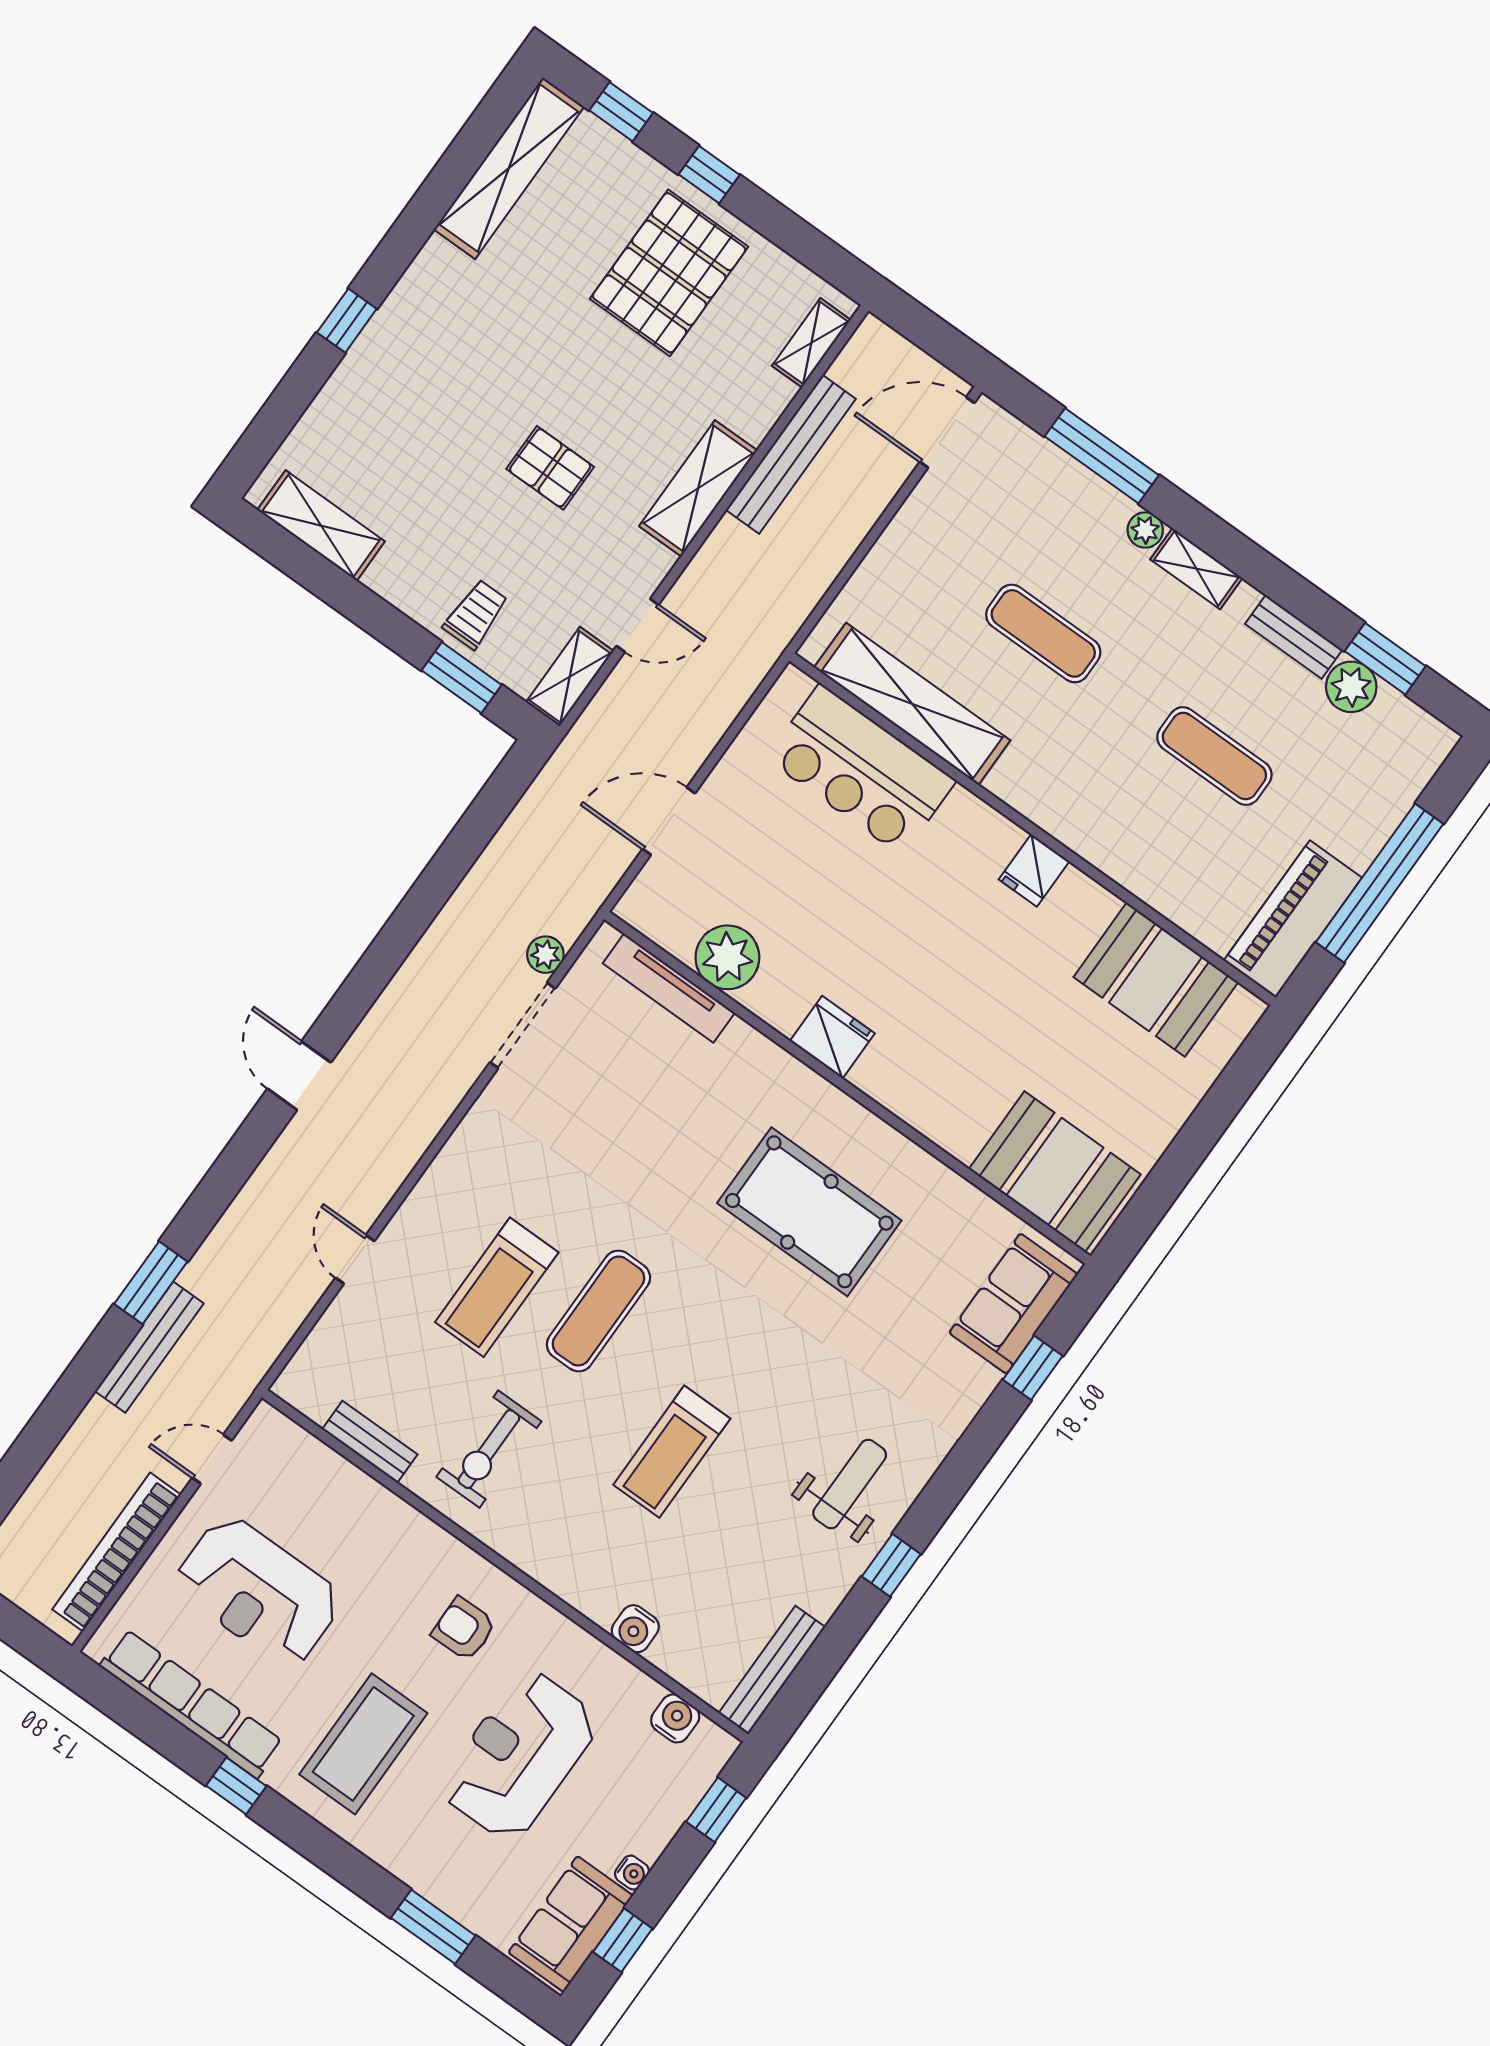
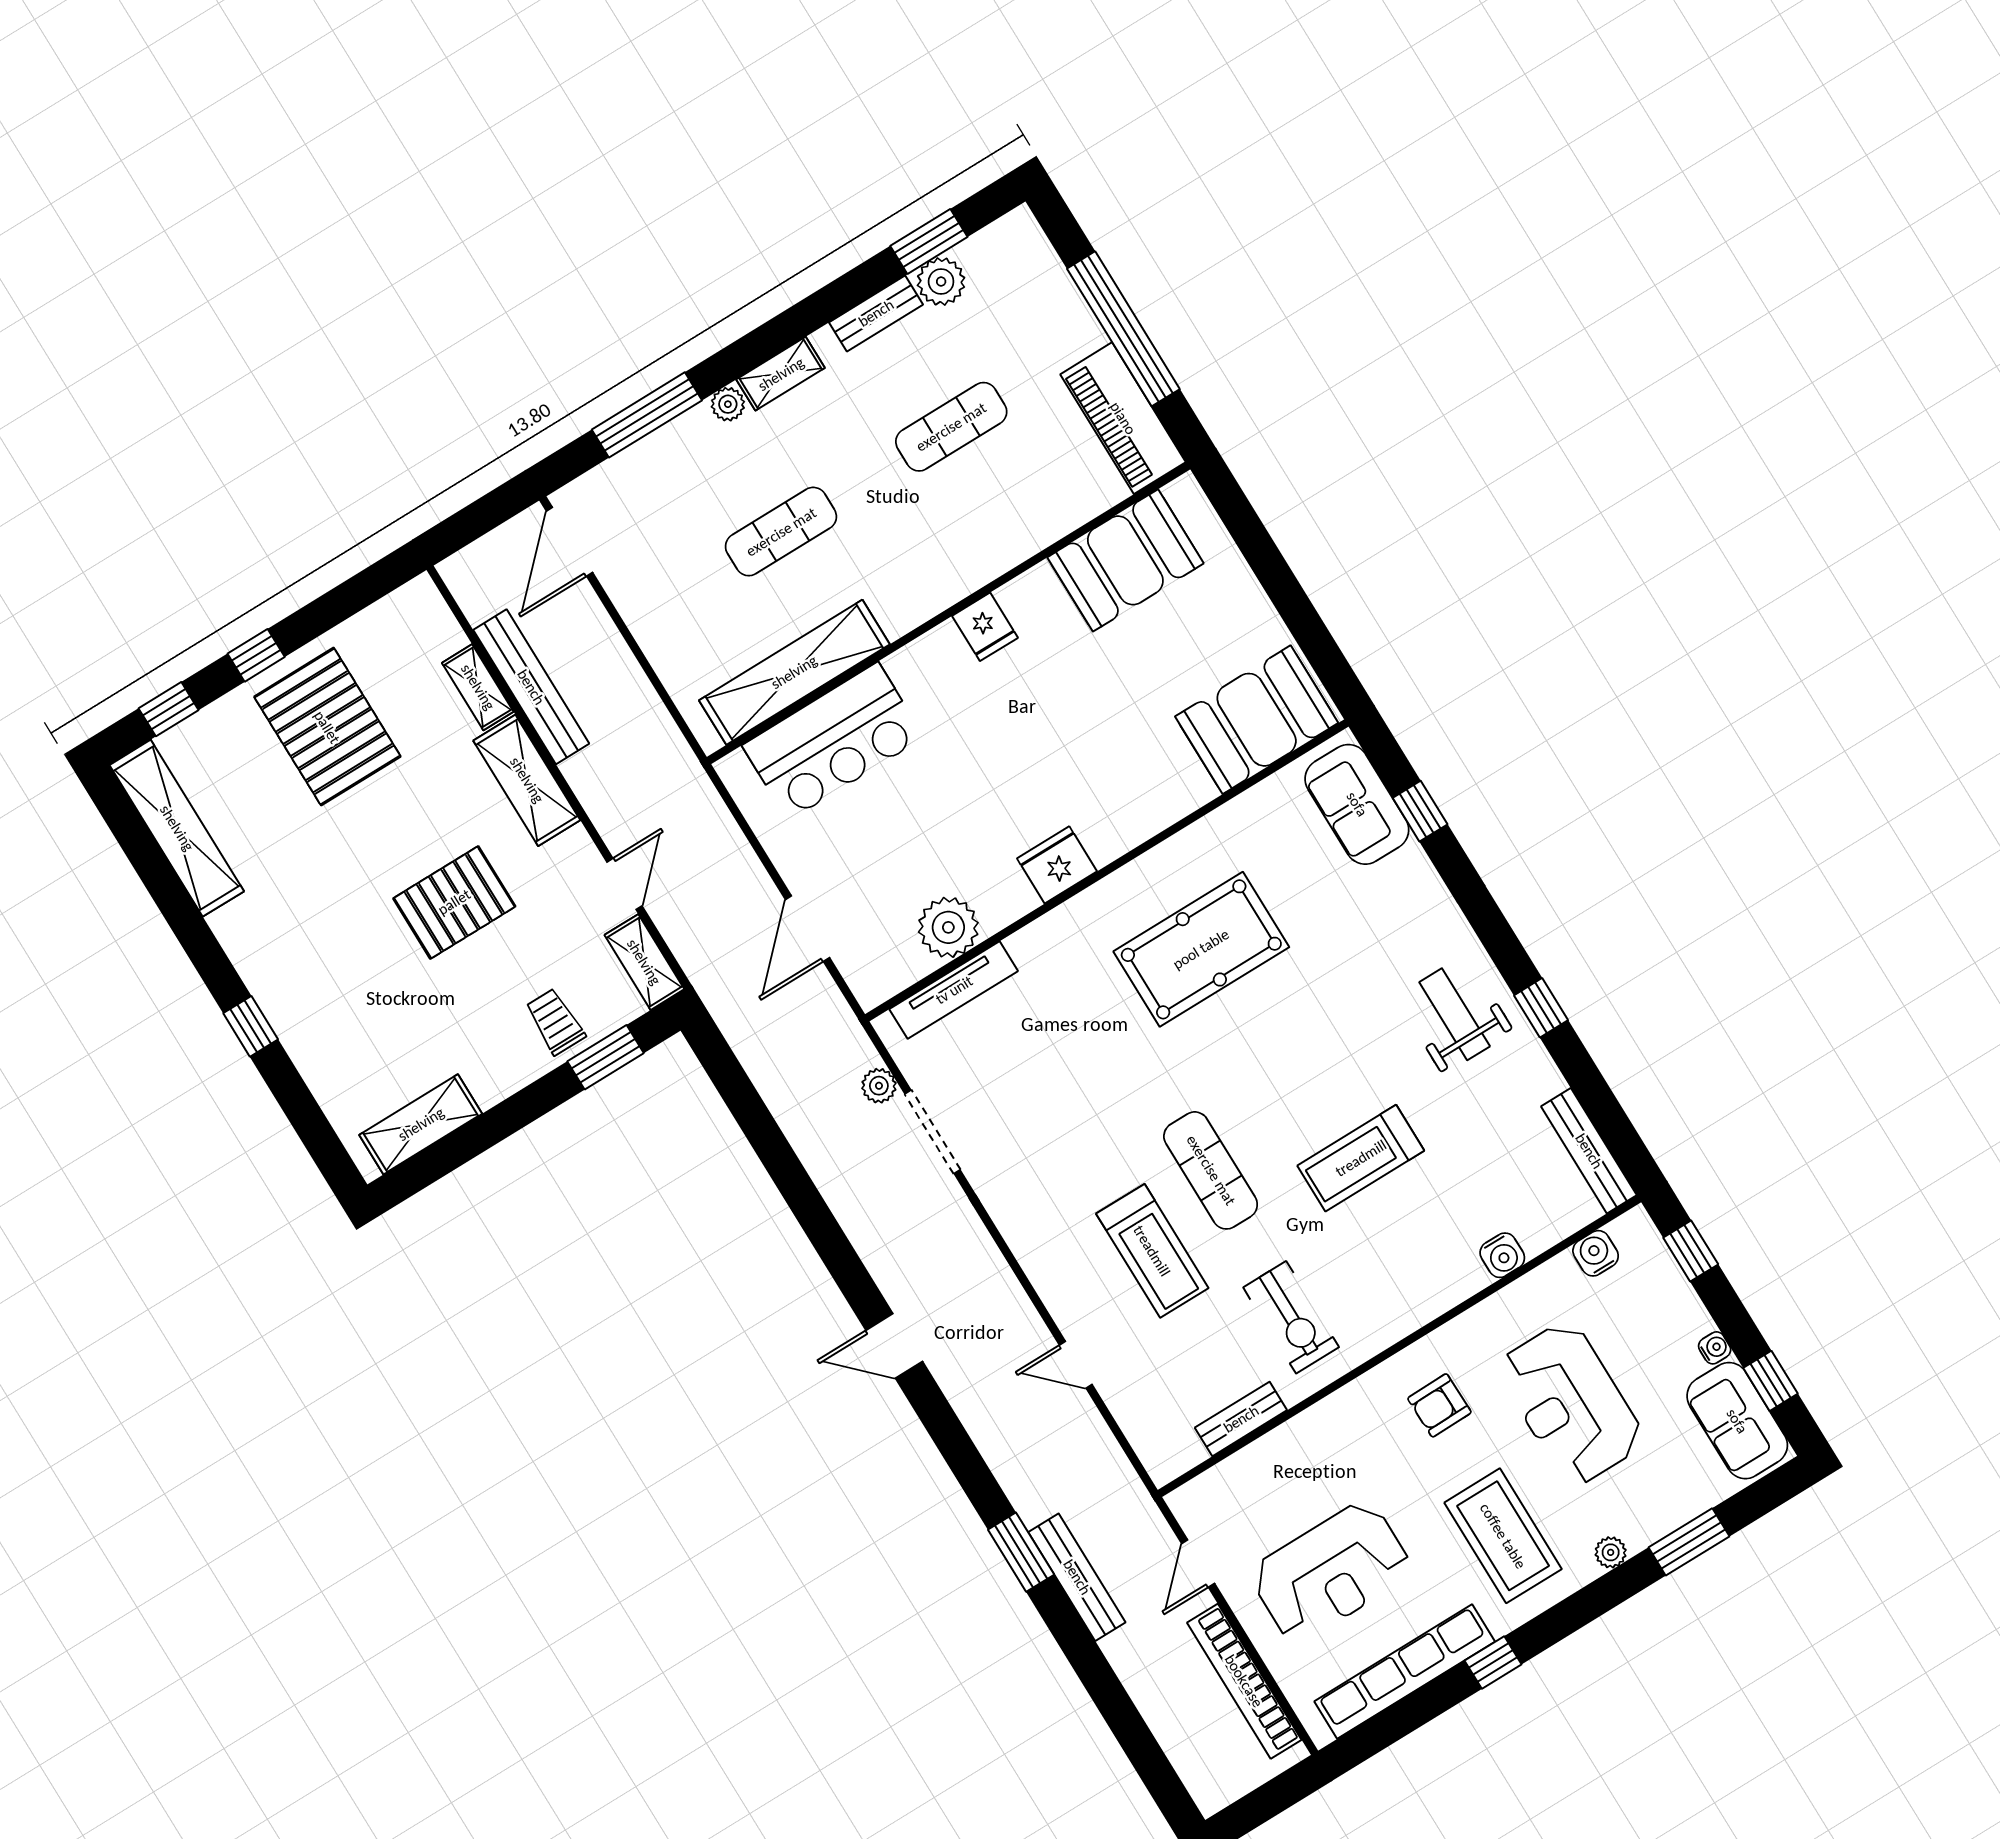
shelving: (811, 343) -> (478, 687), moved
pallet: (550, 468) -> (454, 902), width x1.50, depth x1.42
treadmill: (672, 1452) -> (1361, 1158), turned 90
plant: (391, 1855) -> (1611, 1552), added

